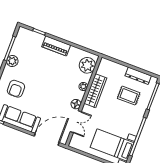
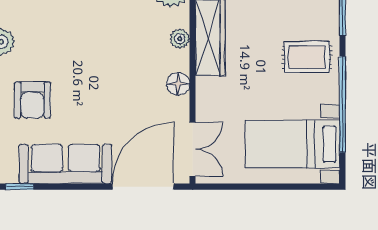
rug: (129, 96) -> (307, 57), moved
double door: (76, 122) -> (193, 149), moved

